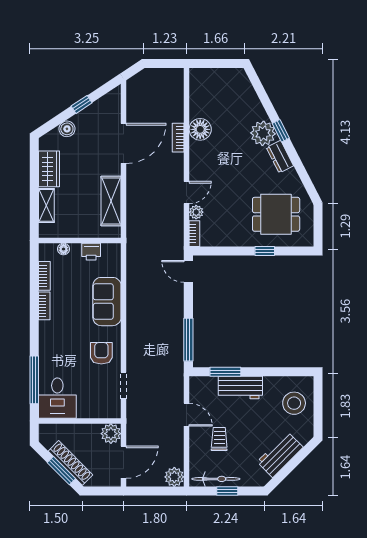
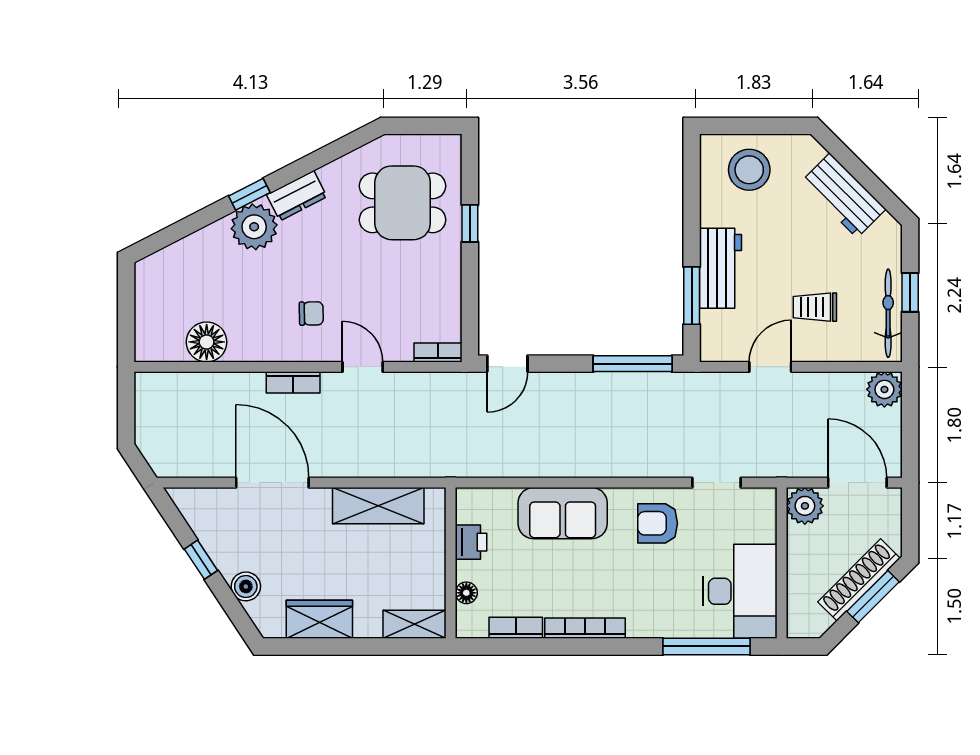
floor lamp: (200, 129) -> (207, 342), moved
bookcase: (178, 138) -> (293, 382), moved
chair: (216, 165) -> (311, 313), added
shelving: (46, 205) -> (414, 624), moved
plant: (196, 212) -> (399, 349), removed
dining table: (276, 214) -> (403, 203), turned 90
bookcase: (44, 306) -> (585, 628), width x1.56
desk: (57, 398) -> (740, 591), width x1.37

